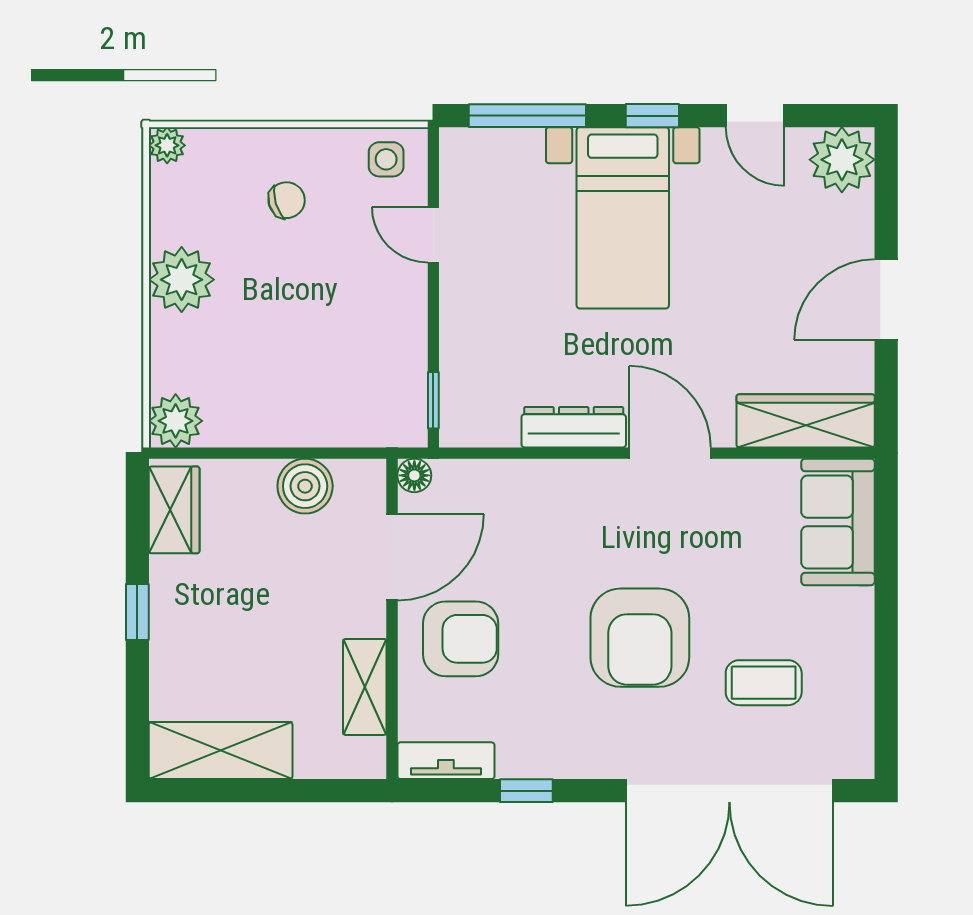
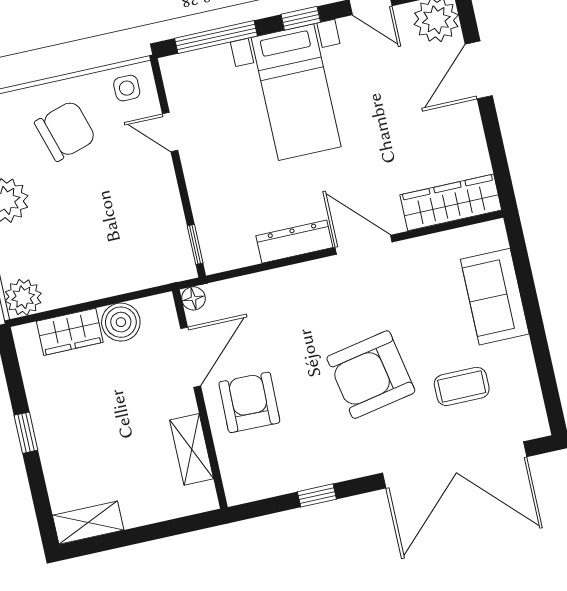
chair: (287, 200) -> (65, 131), width x1.87, depth x1.87
door: (886, 300) -> (479, 70), moved
wardrobe: (174, 510) -> (70, 332), moved, turned 90
sofa: (838, 522) -> (495, 297), moved
armchair: (640, 638) -> (371, 375), turned 79
armchair: (461, 639) -> (249, 402), turned -89
shelving: (221, 750) -> (88, 523), width x0.67, depth x0.75
tv unit: (446, 761) -> (258, 487), removed

